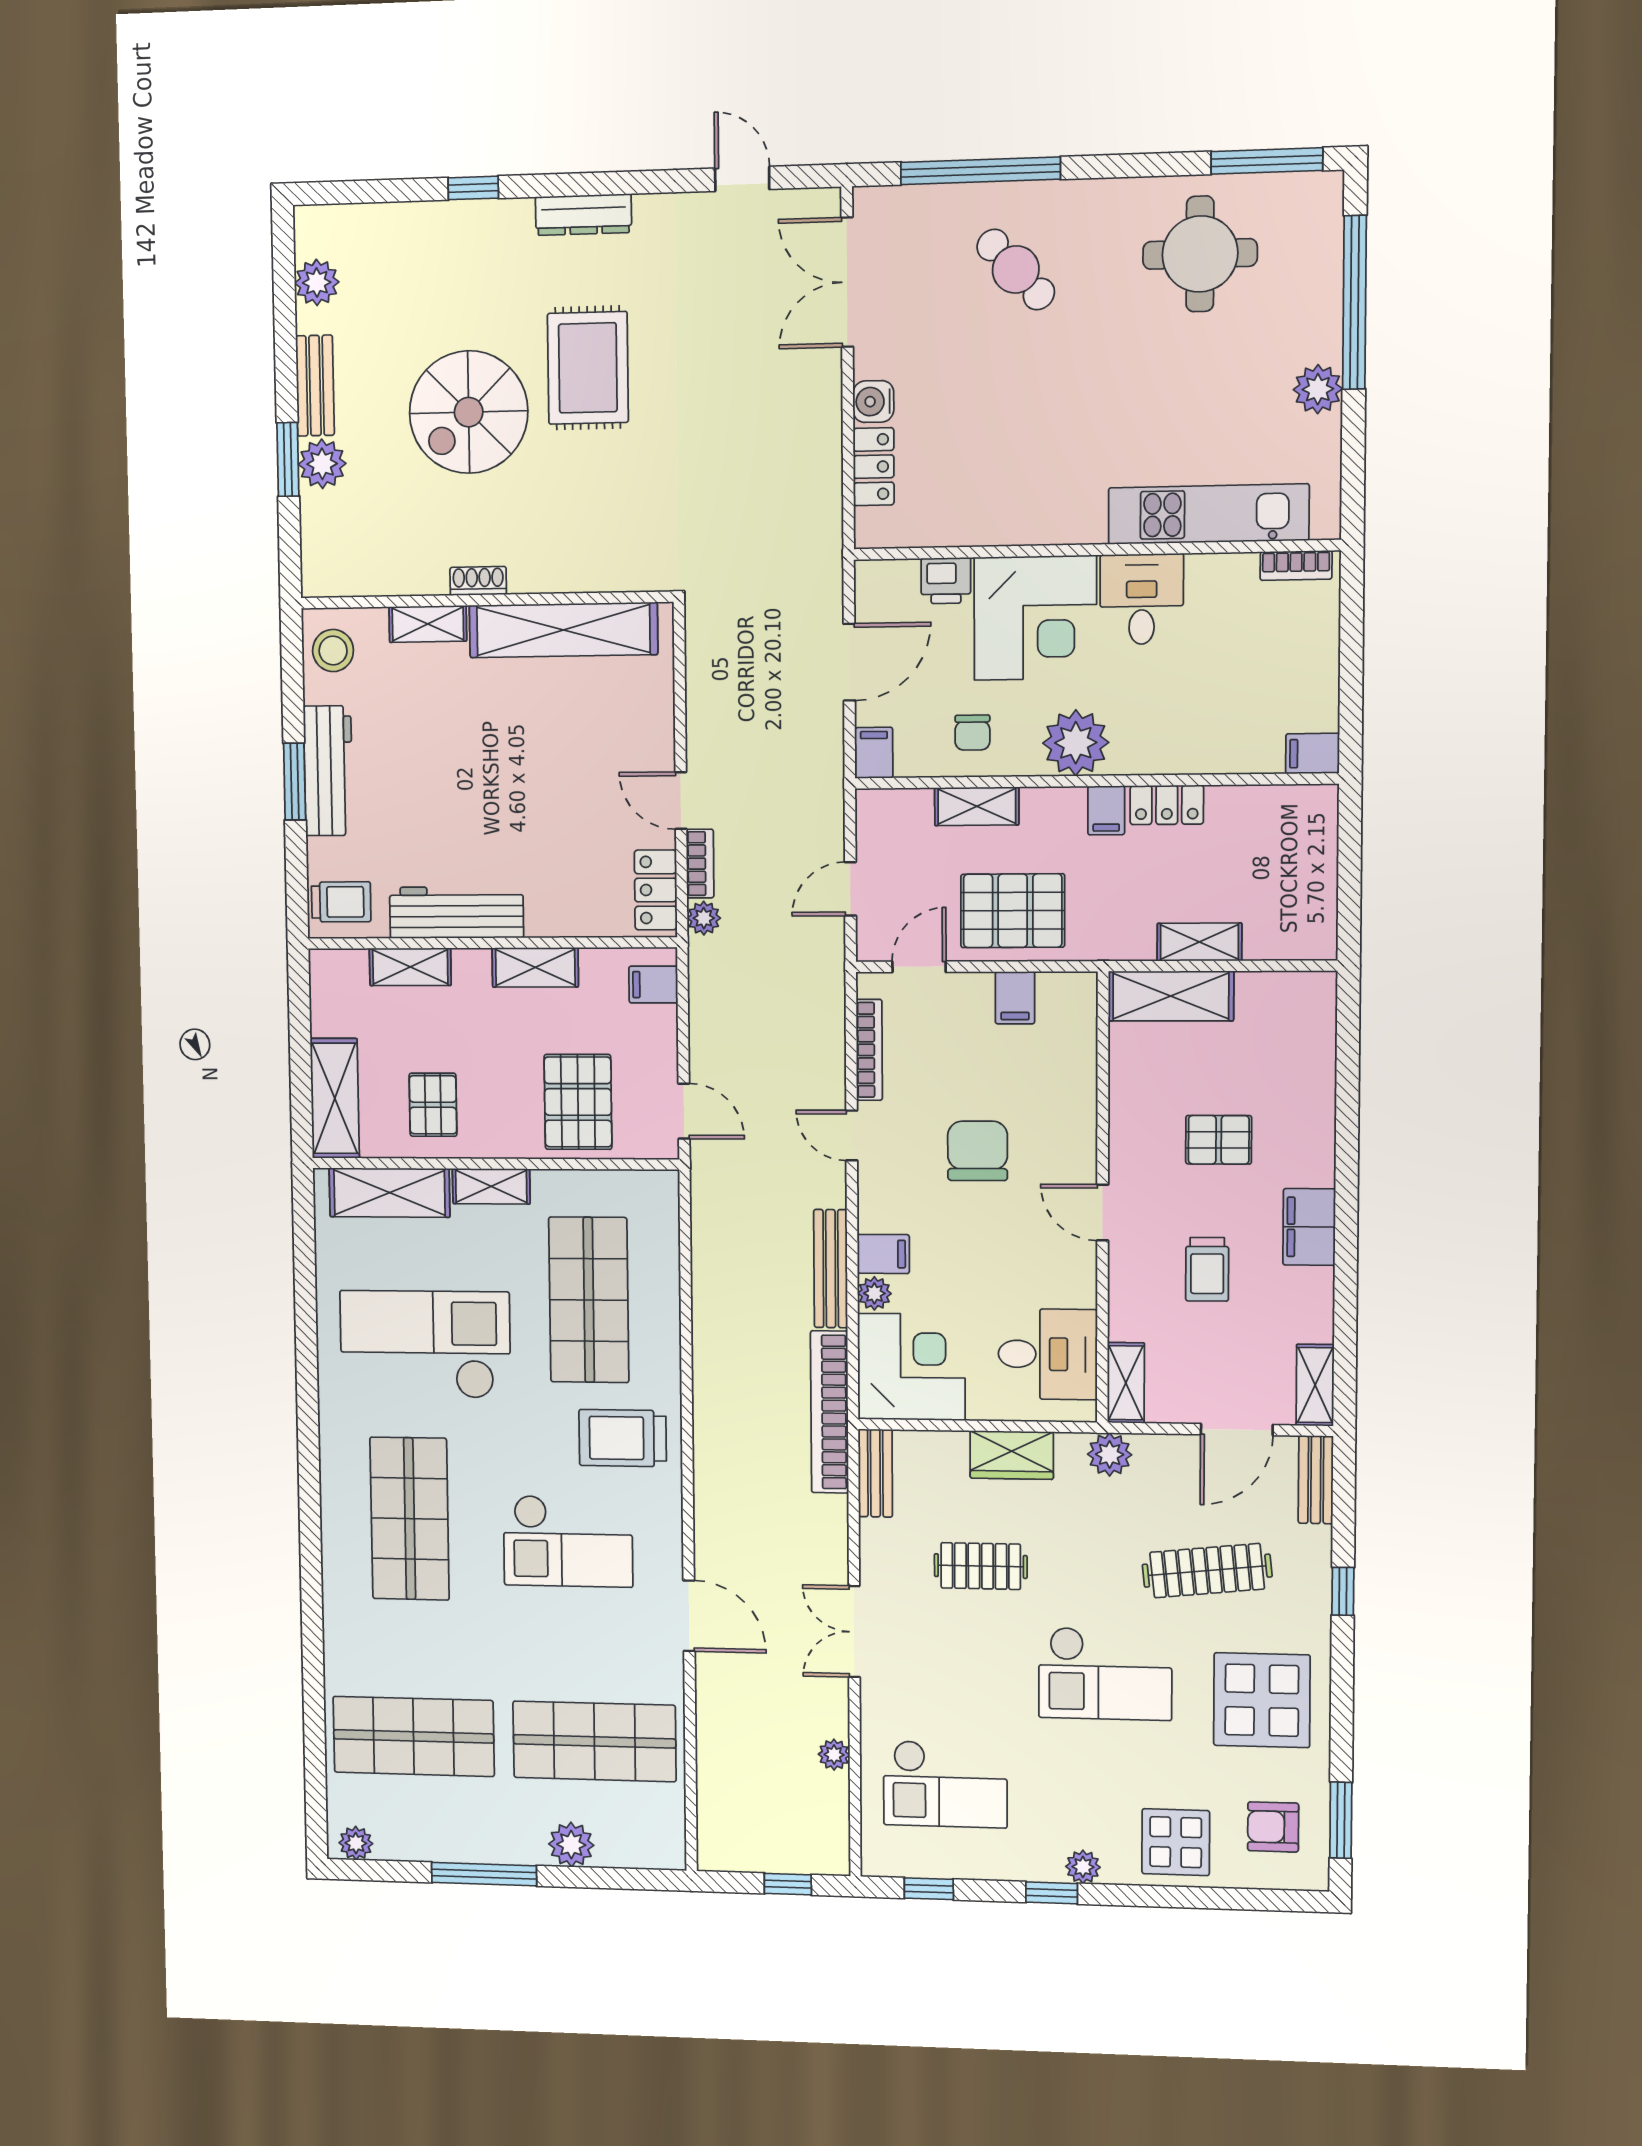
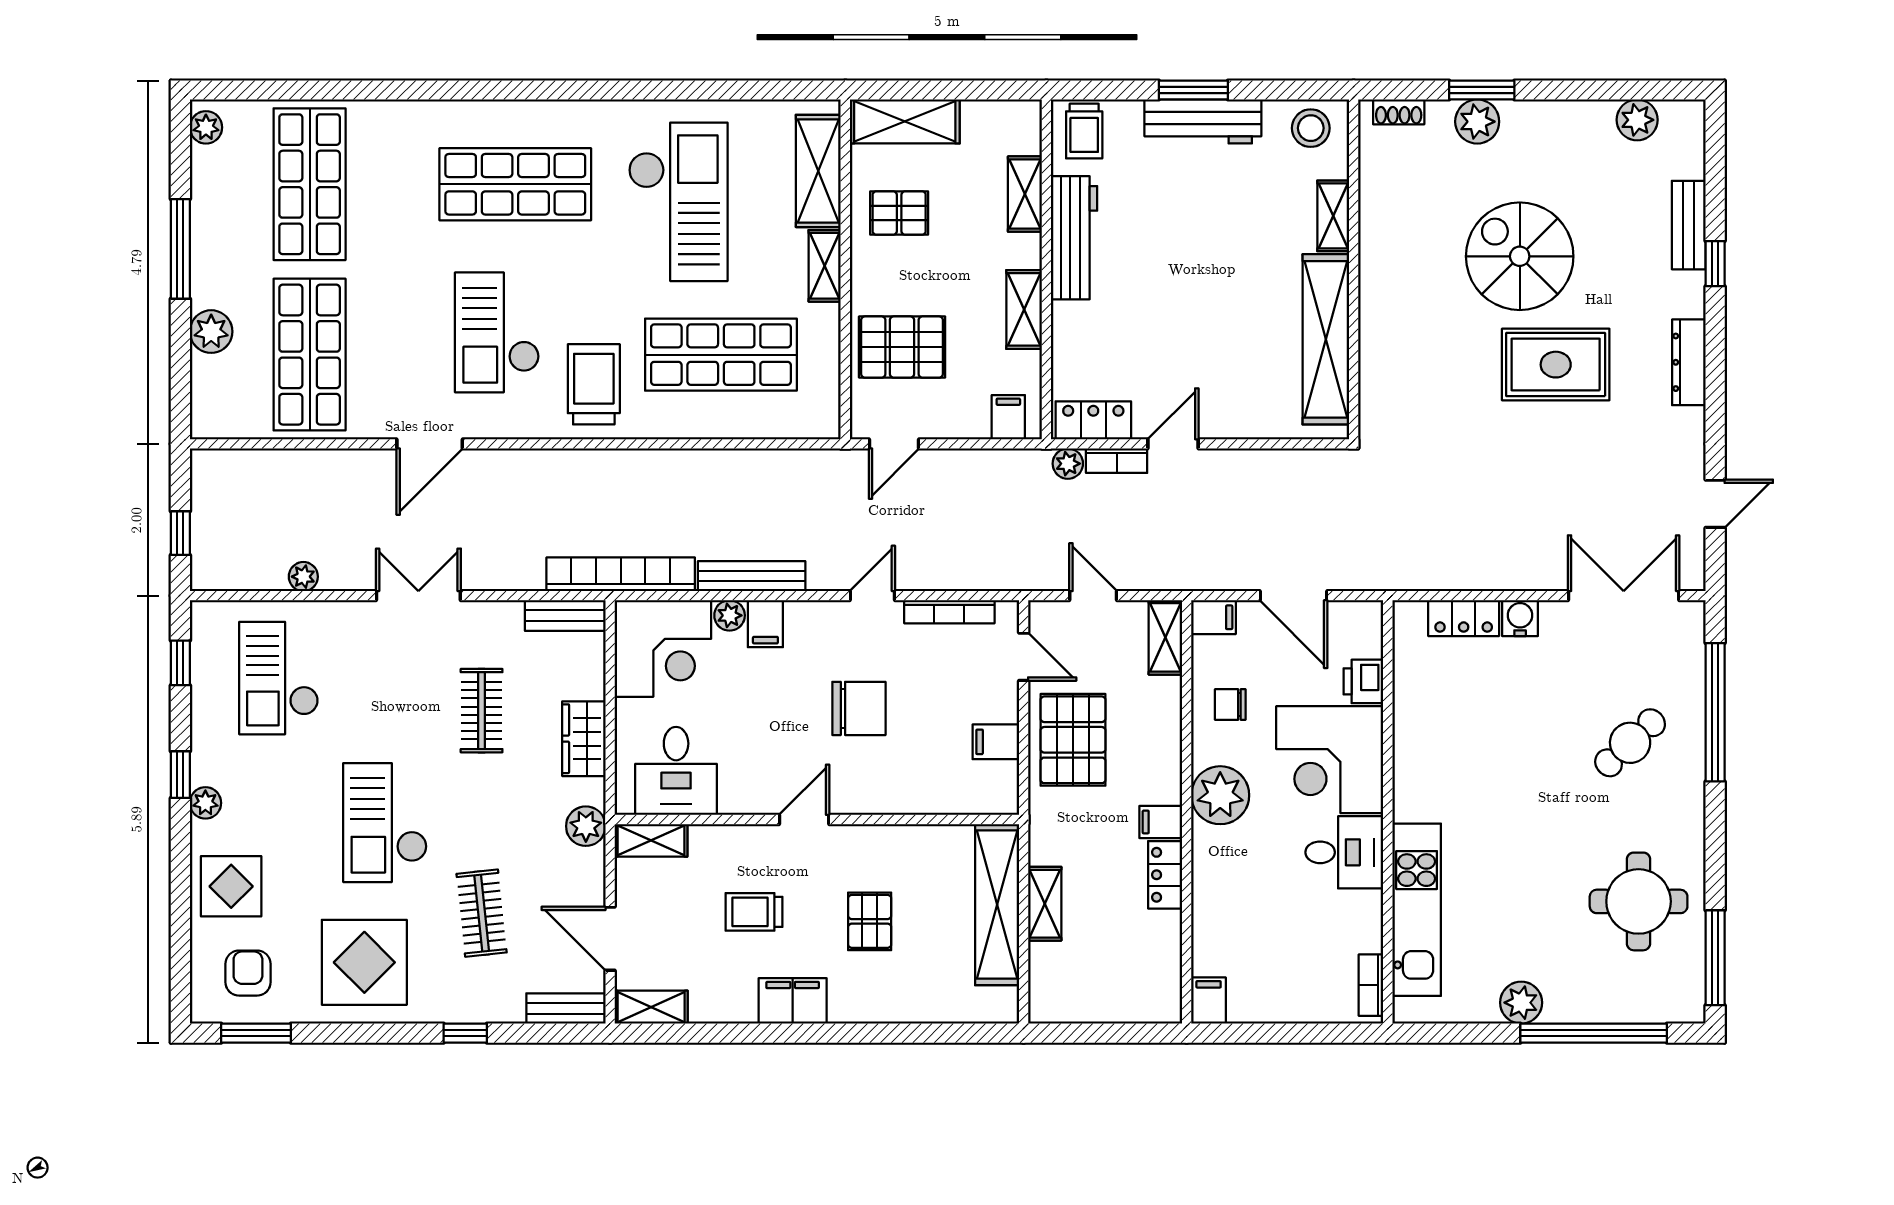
bench: (315, 386) -> (1689, 225), moved, turned 90
shoe rack: (478, 581) -> (1399, 112), moved, turned 90
shelving: (977, 806) -> (1165, 637), moved
shelving: (1171, 996) -> (997, 905), width x1.47
clothes rail: (1207, 1571) -> (482, 913), width x0.73

